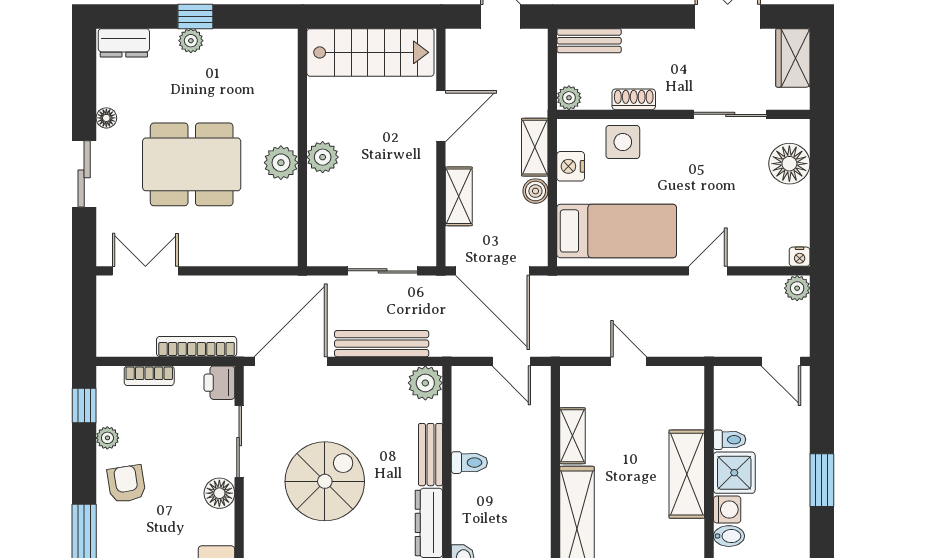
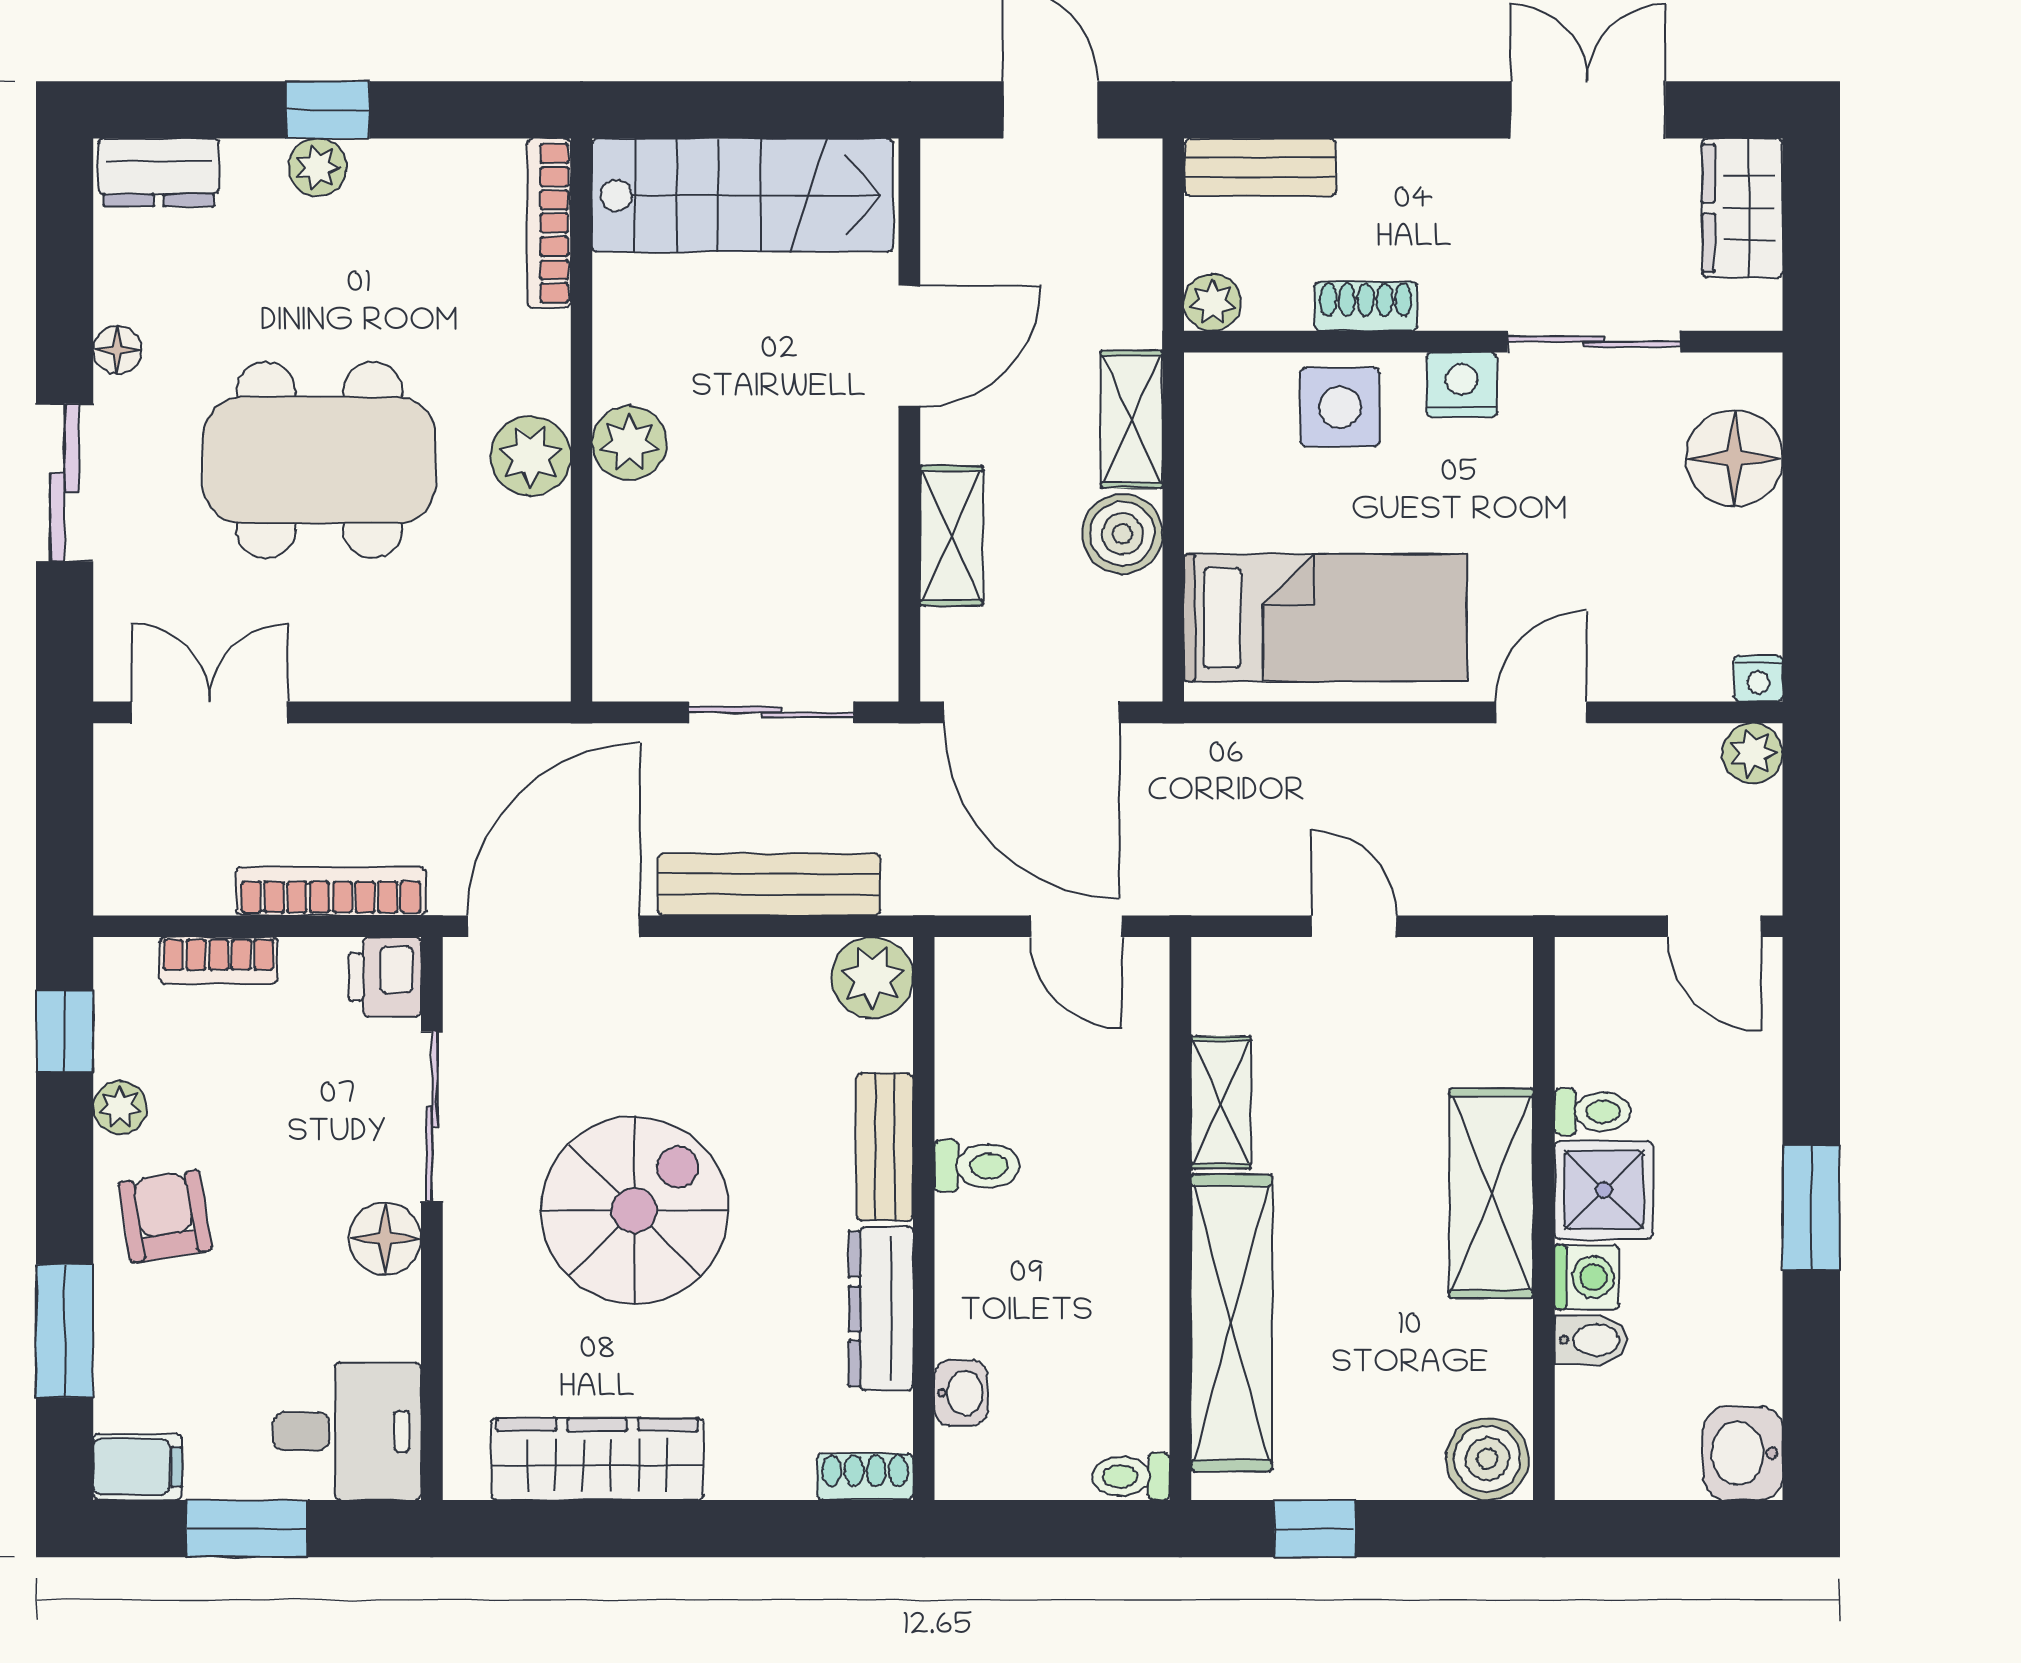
bookcase: (289, 64) -> (549, 223), added
nightstand: (571, 166) -> (1462, 385), moved, turned 90
boiler: (535, 191) -> (1122, 534), width x1.36, depth x1.36

